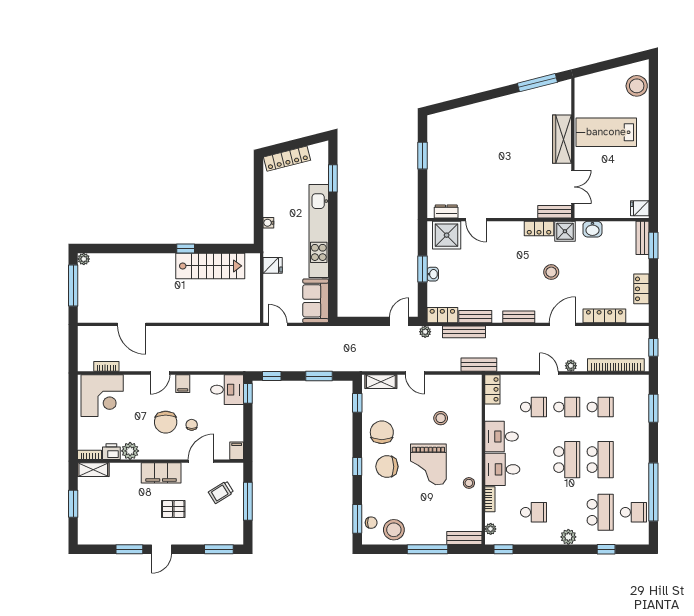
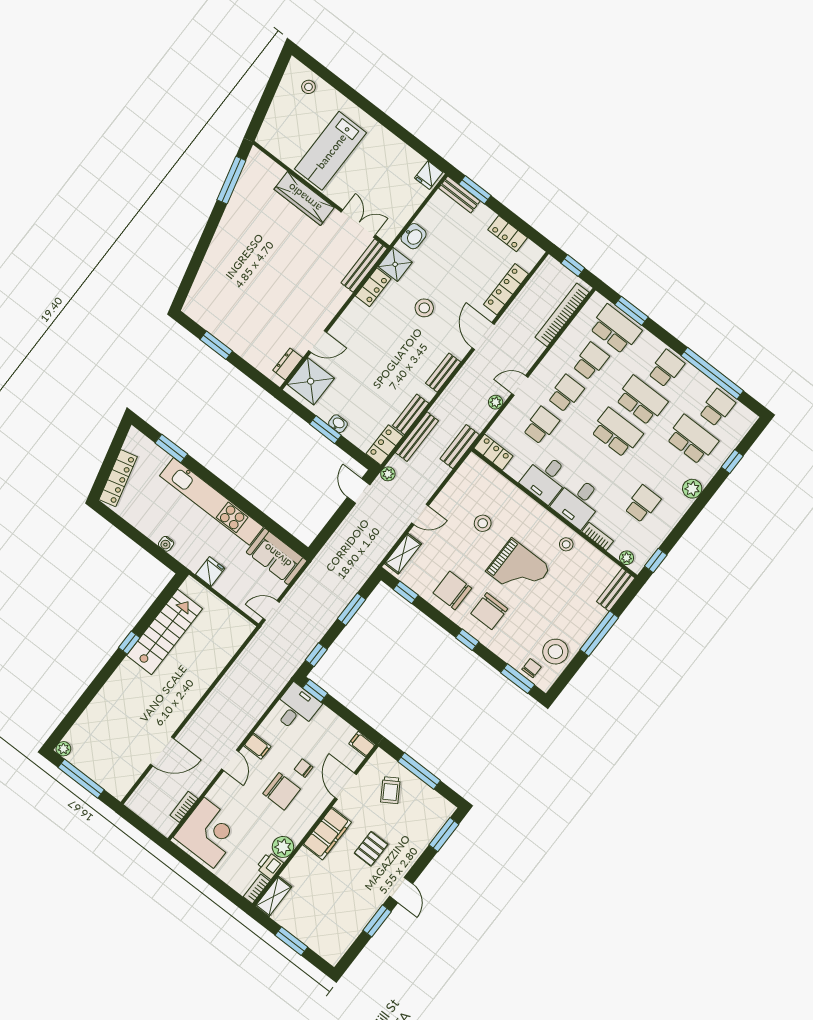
stool: (637, 86) -> (308, 87), width x0.53, depth x0.53
bench: (555, 212) -> (364, 266), width x1.36
plant: (571, 366) -> (496, 402), moved
school desk: (633, 407) -> (615, 329), added
school desk: (633, 460) -> (666, 368), added

